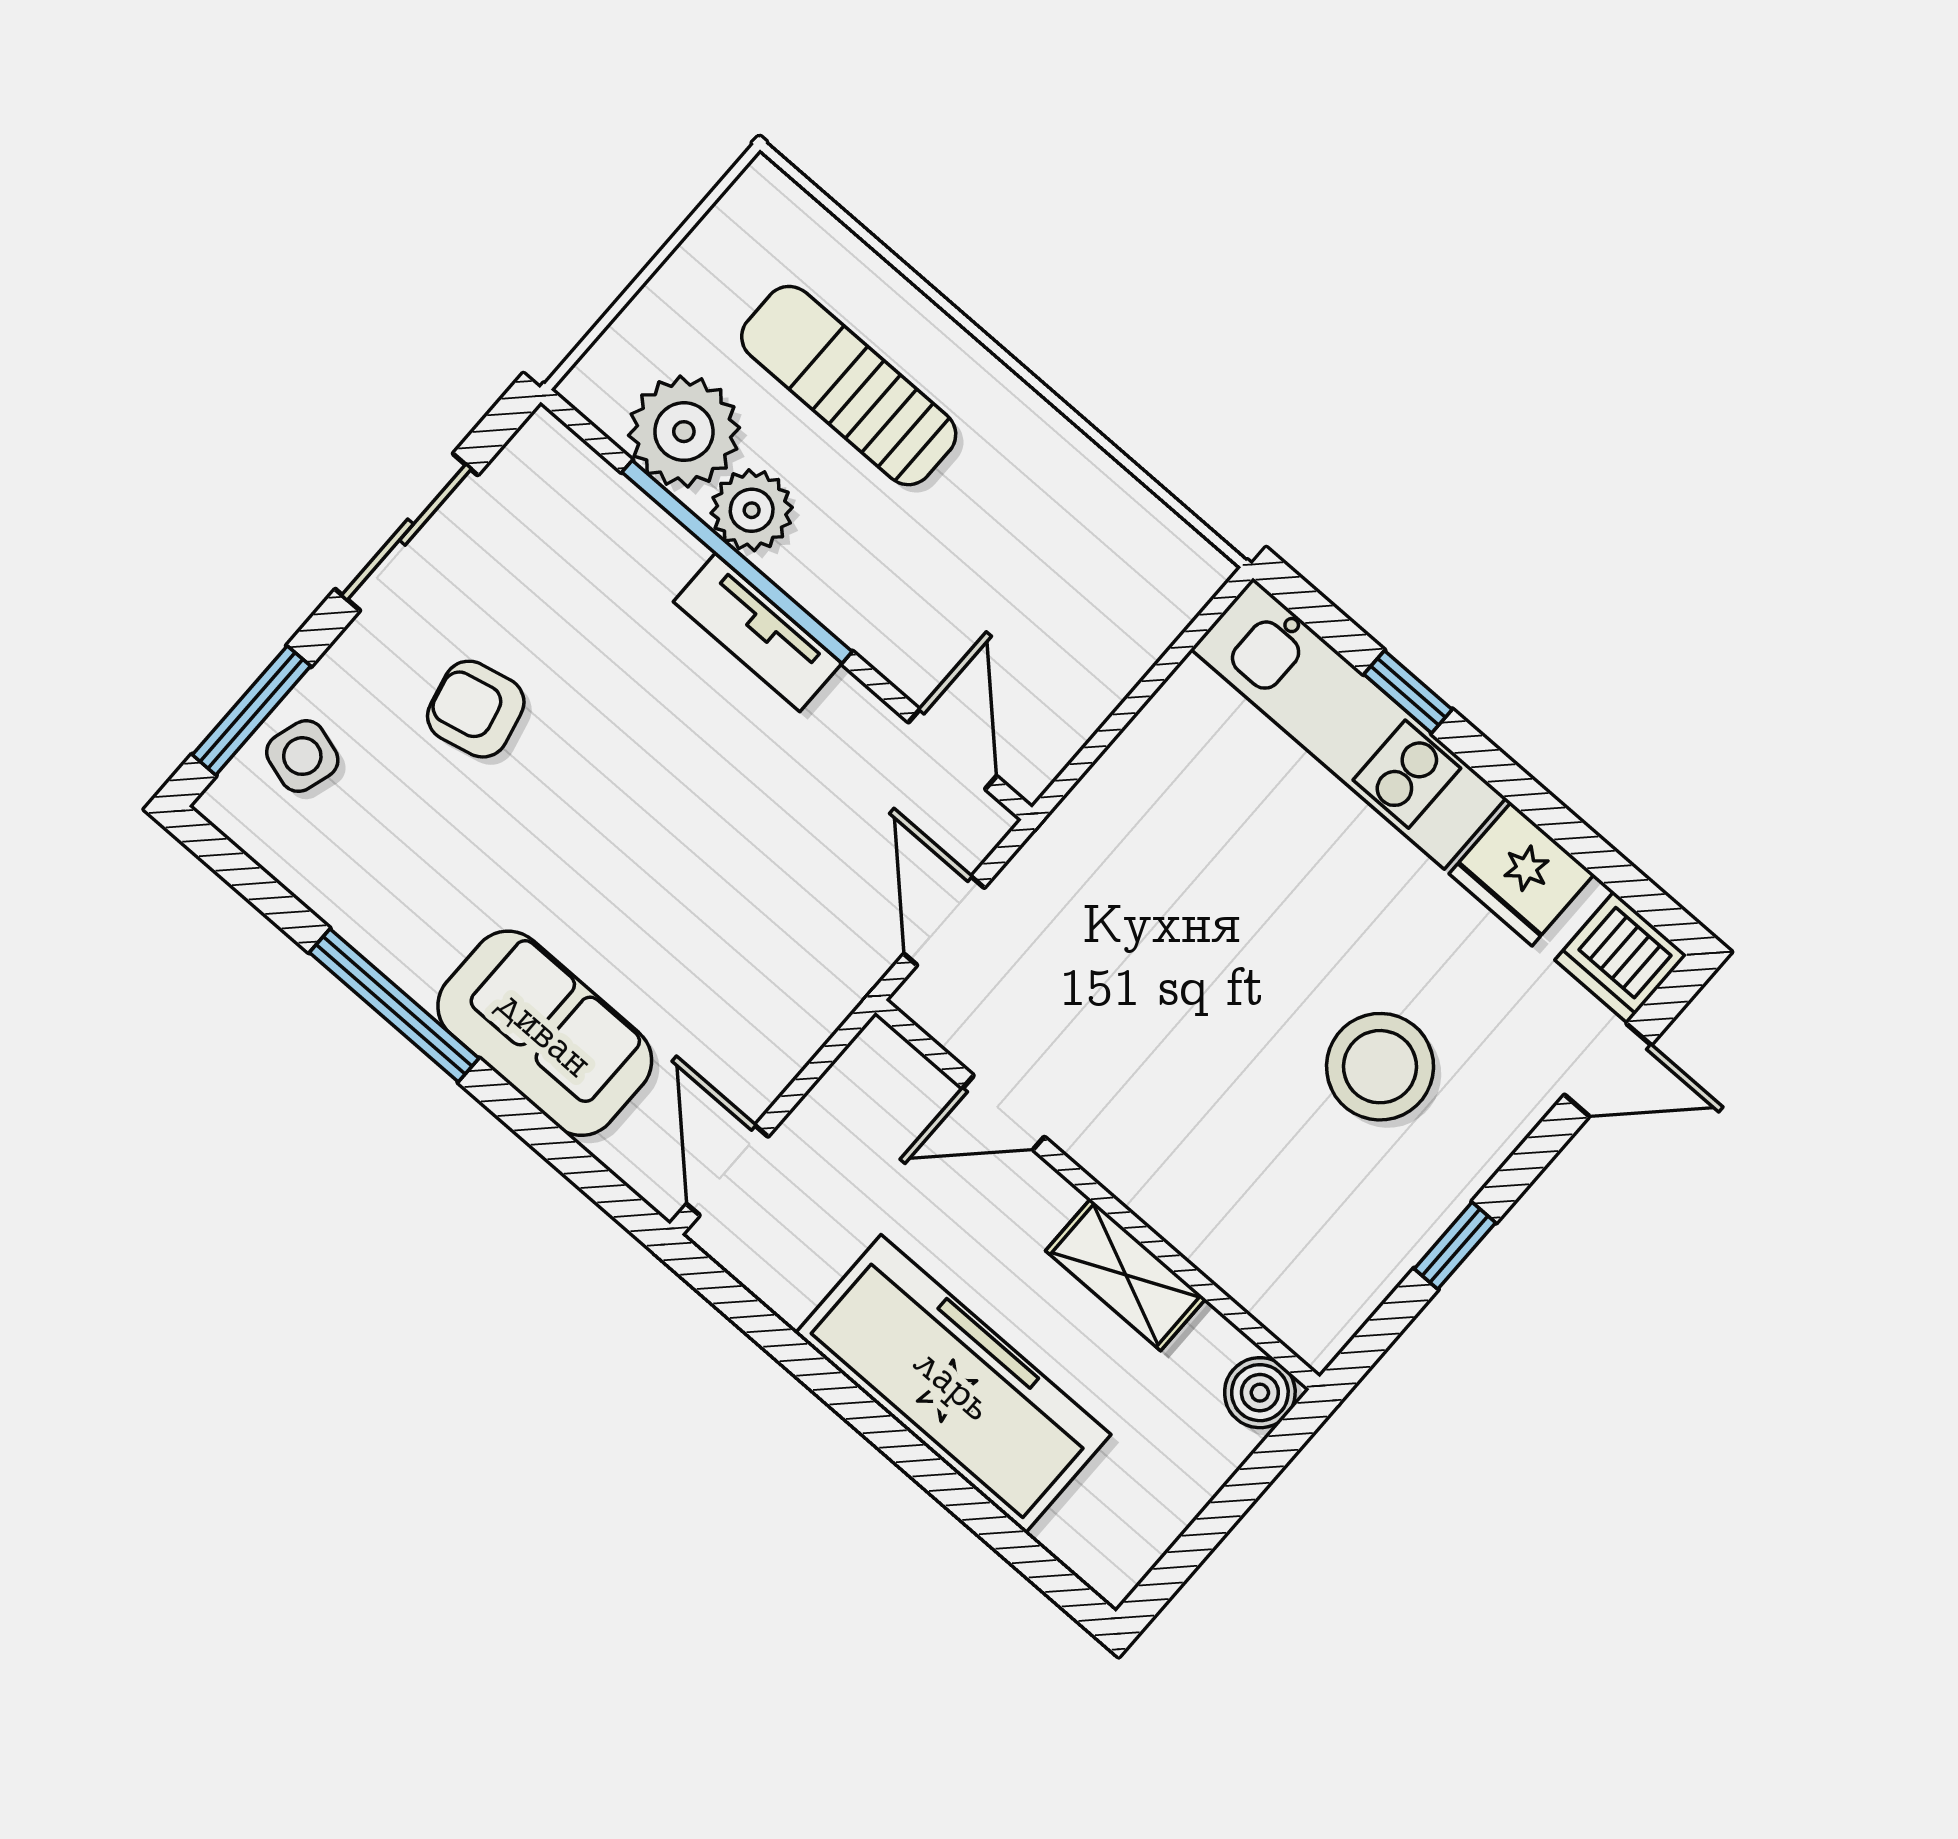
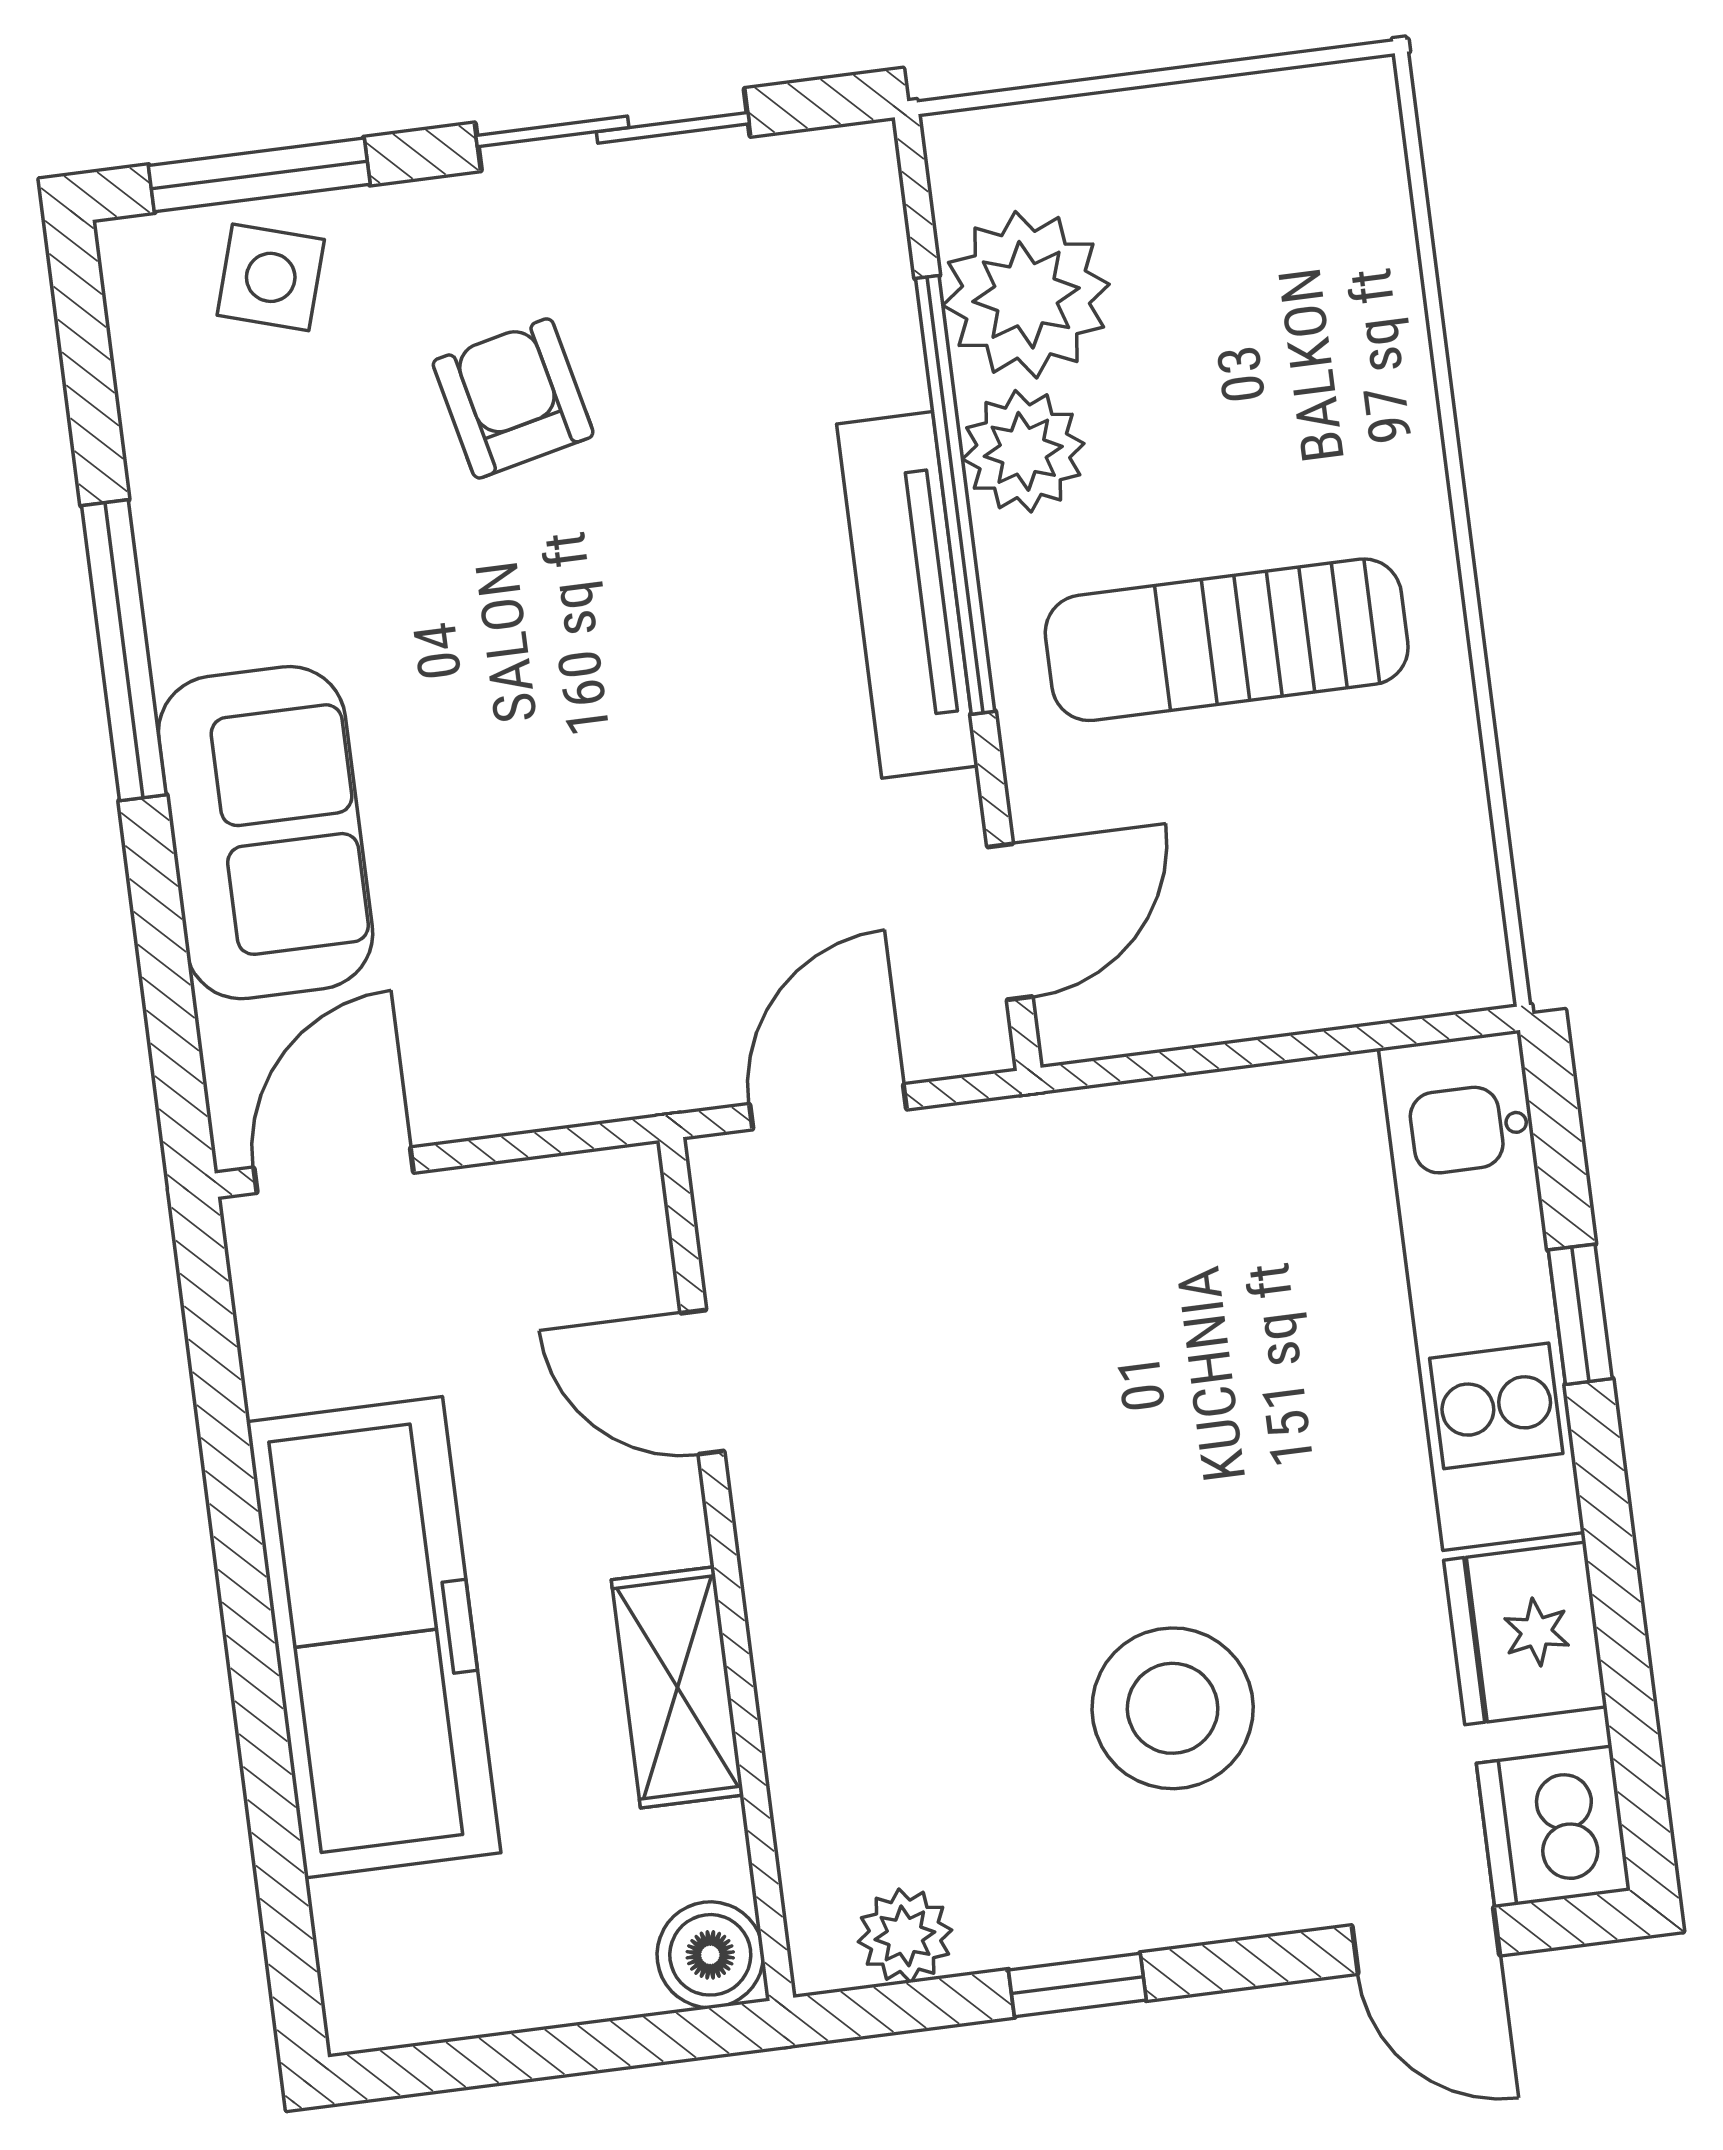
sun lounger: (849, 386) -> (1227, 640), moved, turned -90
tv unit: (758, 632) -> (907, 595), width x1.41
plant: (1348, 1297) -> (905, 1936), added

